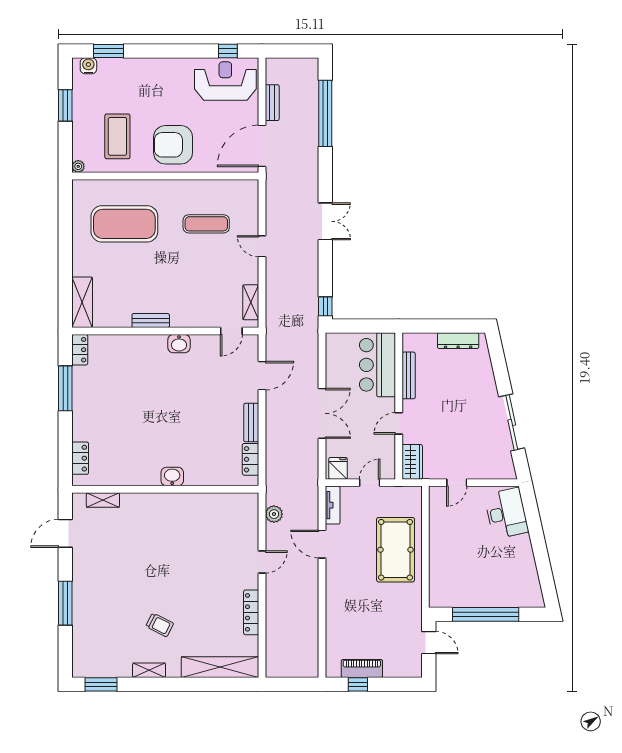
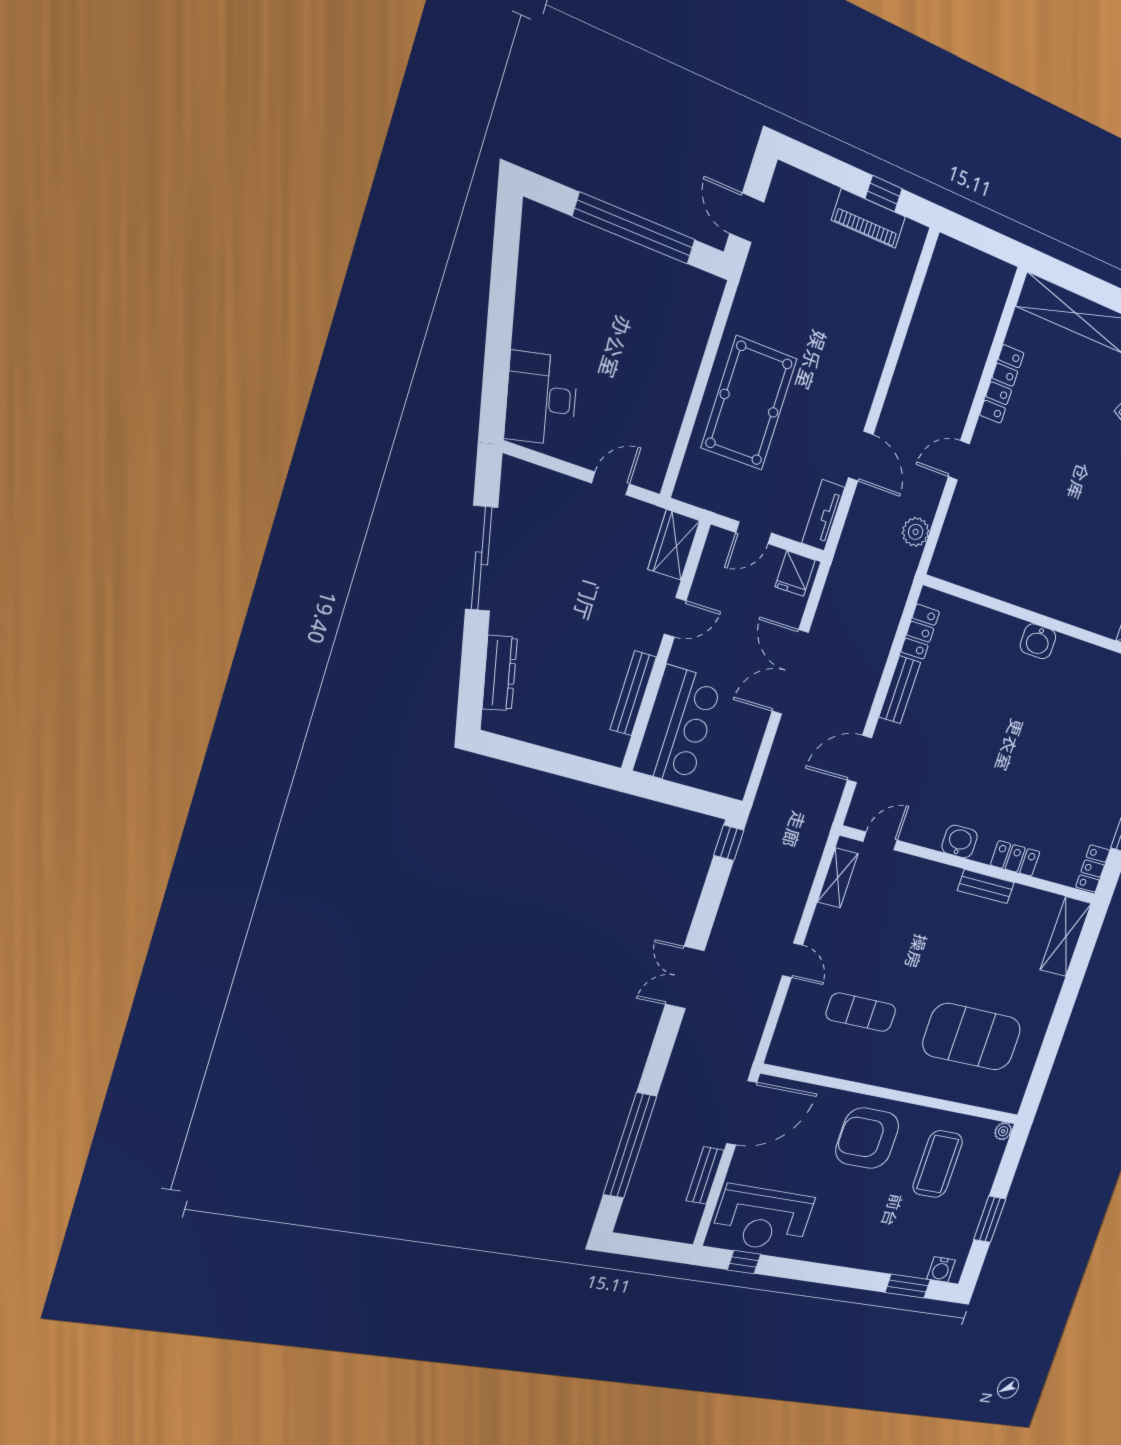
armchair: (173, 145) -> (867, 1138), turned 180
dresser: (458, 341) -> (500, 673), moved, turned 78
locker: (137, 343) -> (1015, 858), added

